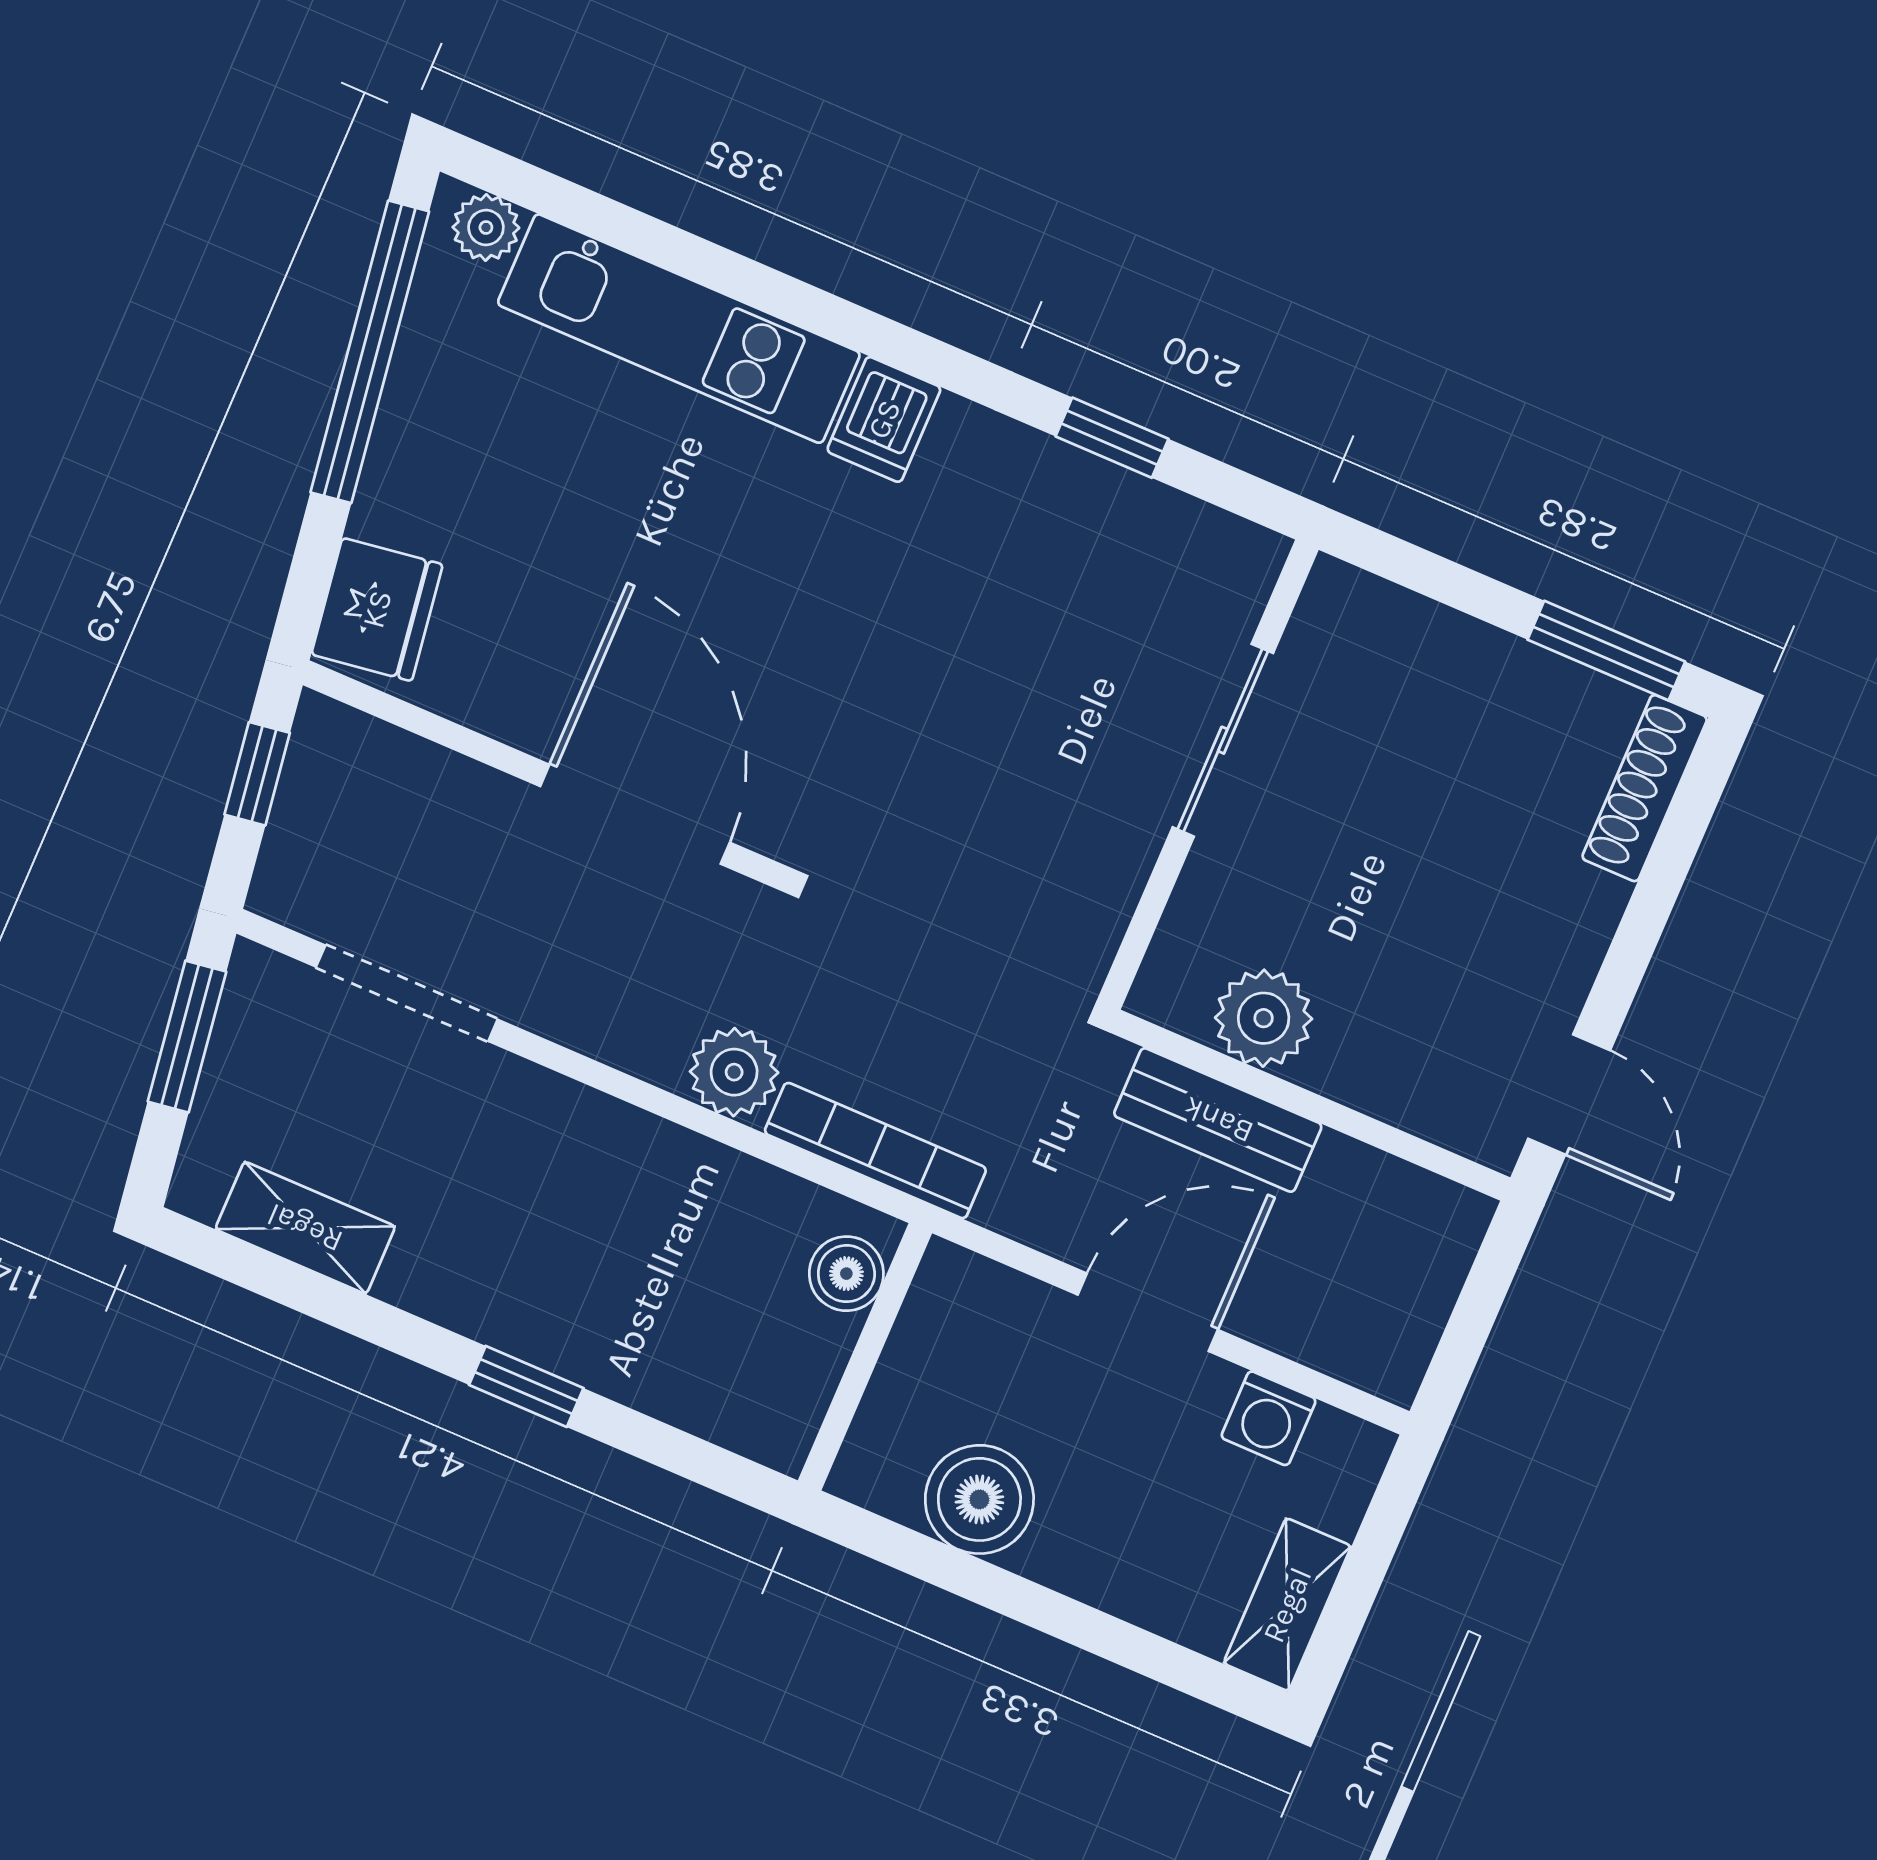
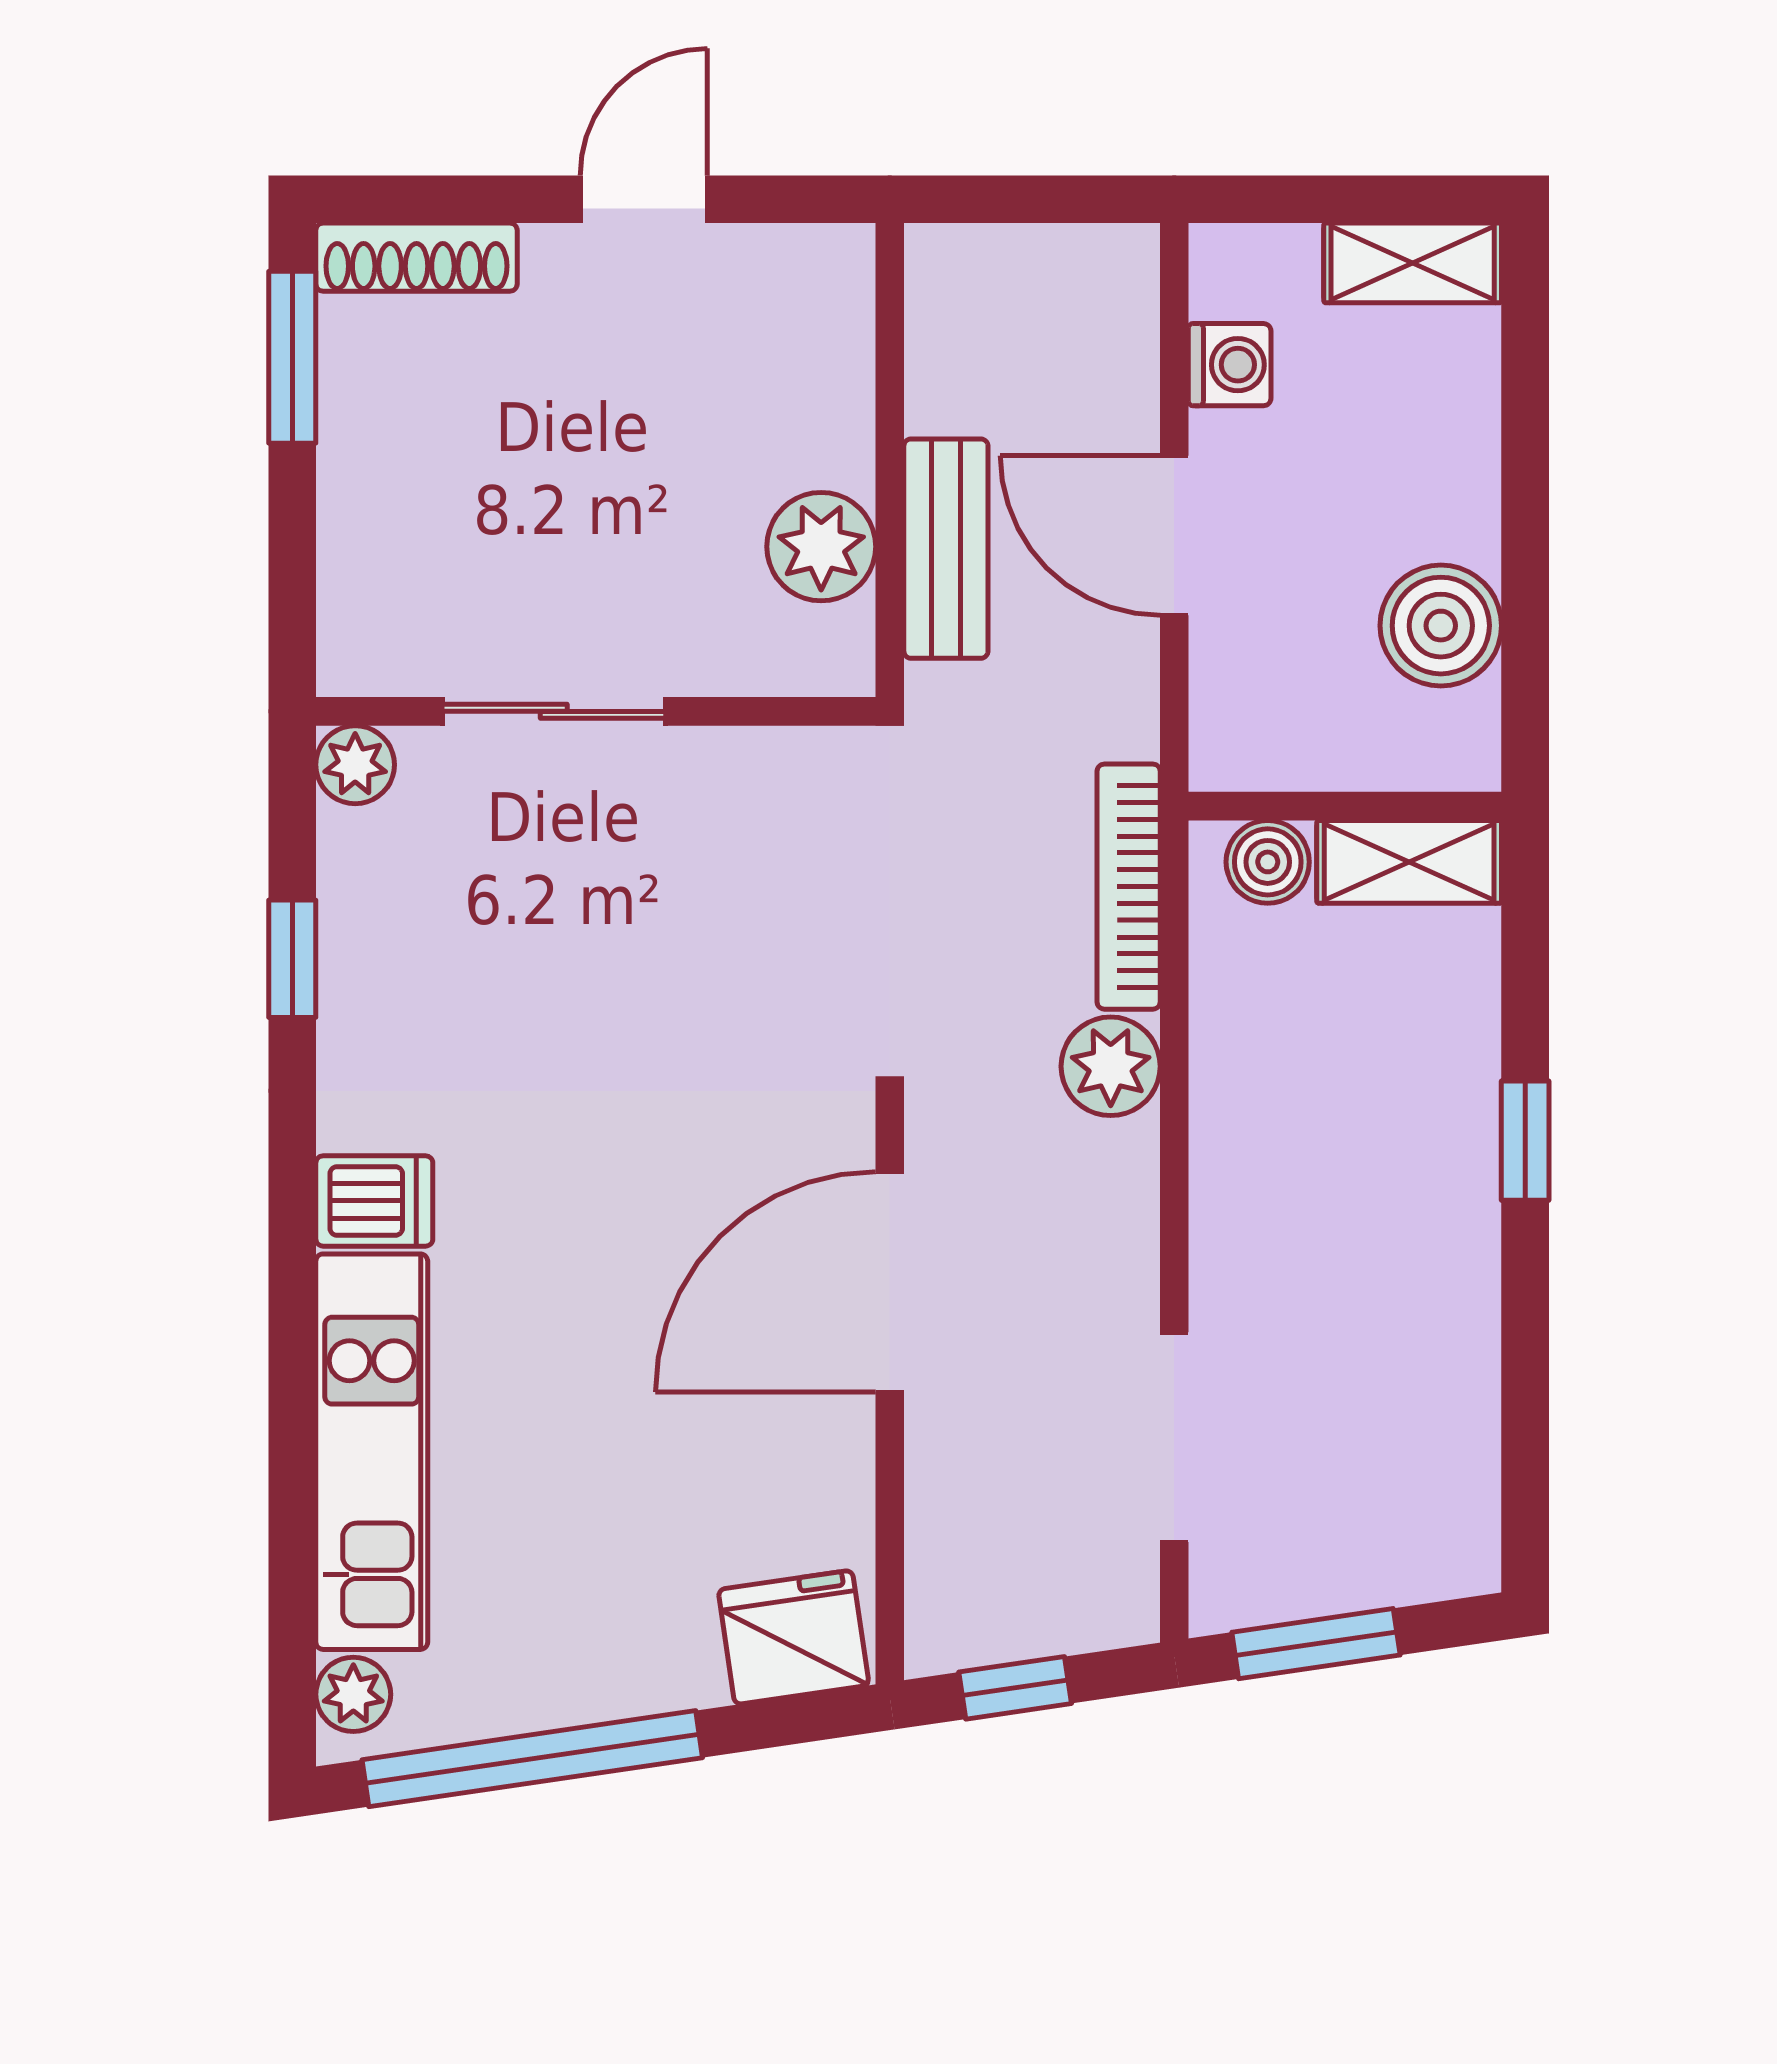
plant: (1249, 558) -> (355, 765), added
door: (1569, 1095) -> (644, 199), moved
shelving: (305, 1228) -> (1409, 862), moved, turned 90

